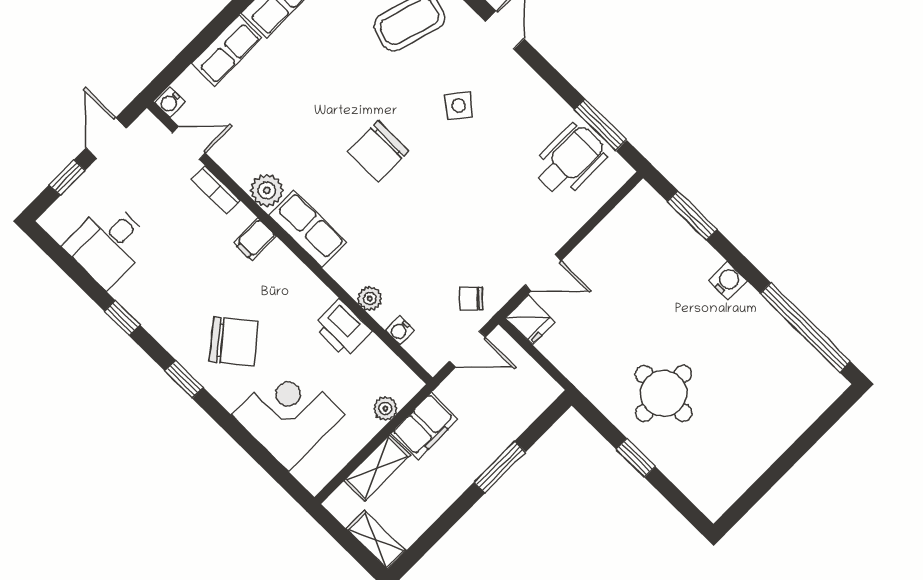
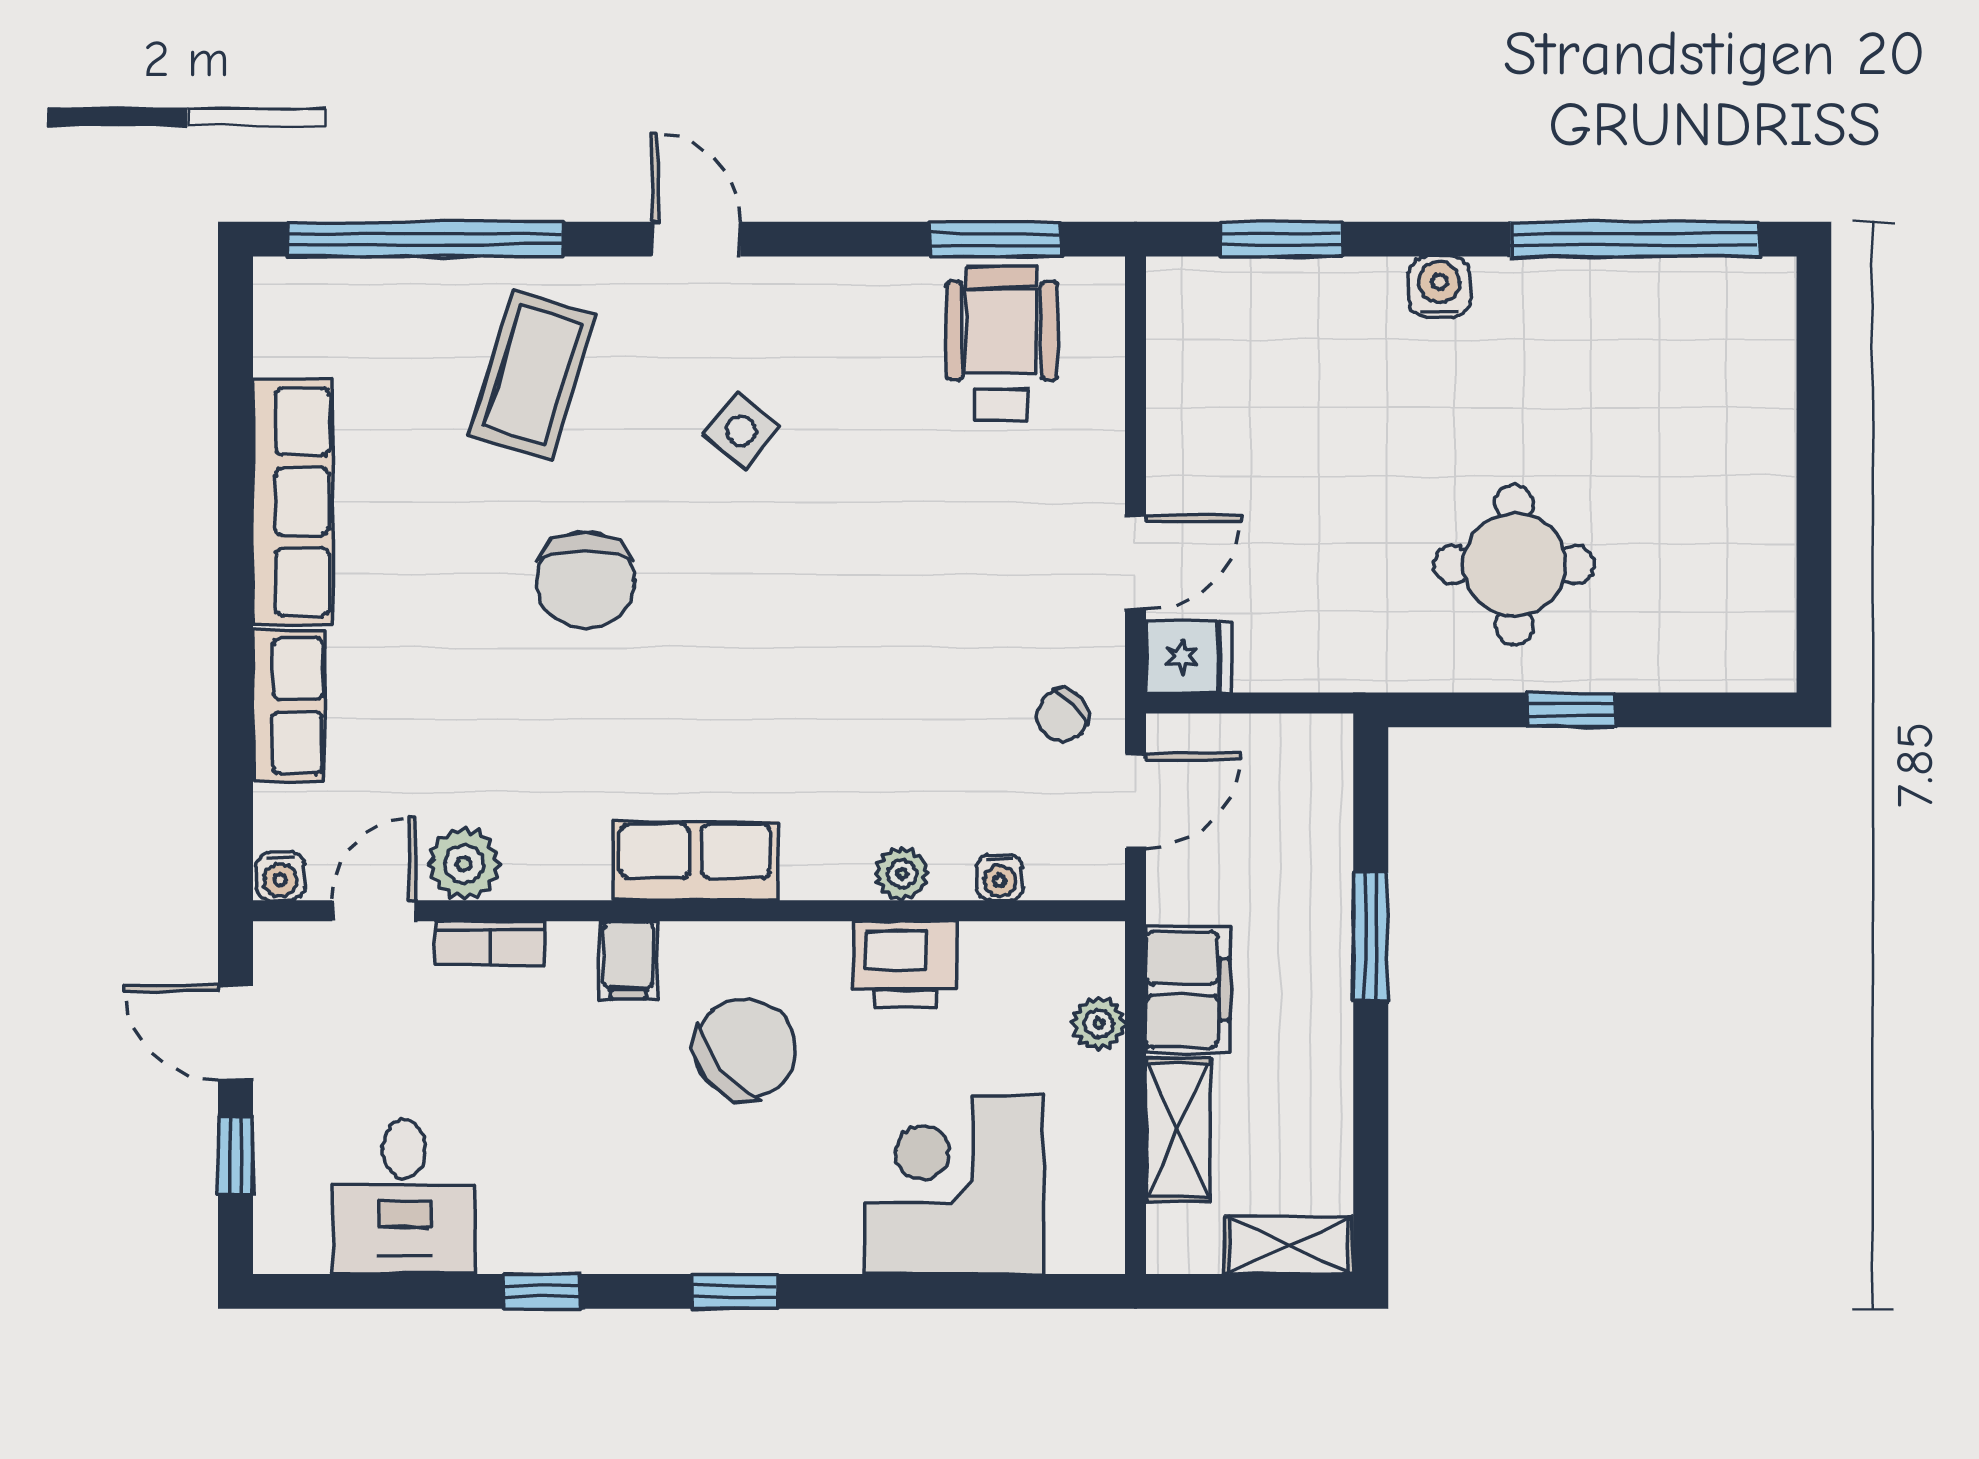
chair: (378, 151) -> (585, 580), moved
plant: (267, 190) -> (464, 864), moved
chair: (234, 341) -> (745, 1049), moved

